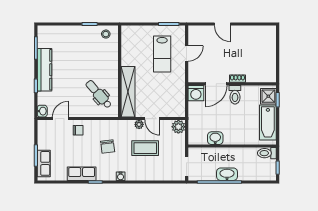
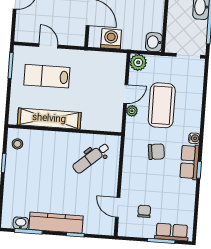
lab bench: (162, 54) -> (47, 76), turned 180
shelving: (128, 92) -> (49, 119), moved
washing machine: (196, 93) -> (111, 39), moved, turned -90
washbasin: (42, 111) -> (21, 223), moved
chair: (78, 130) -> (144, 211), moved
washbasin: (215, 138) -> (154, 42), moved
coffee table: (145, 148) -> (162, 105), width x1.36, depth x1.32
row of seats: (82, 174) -> (189, 162), moved

